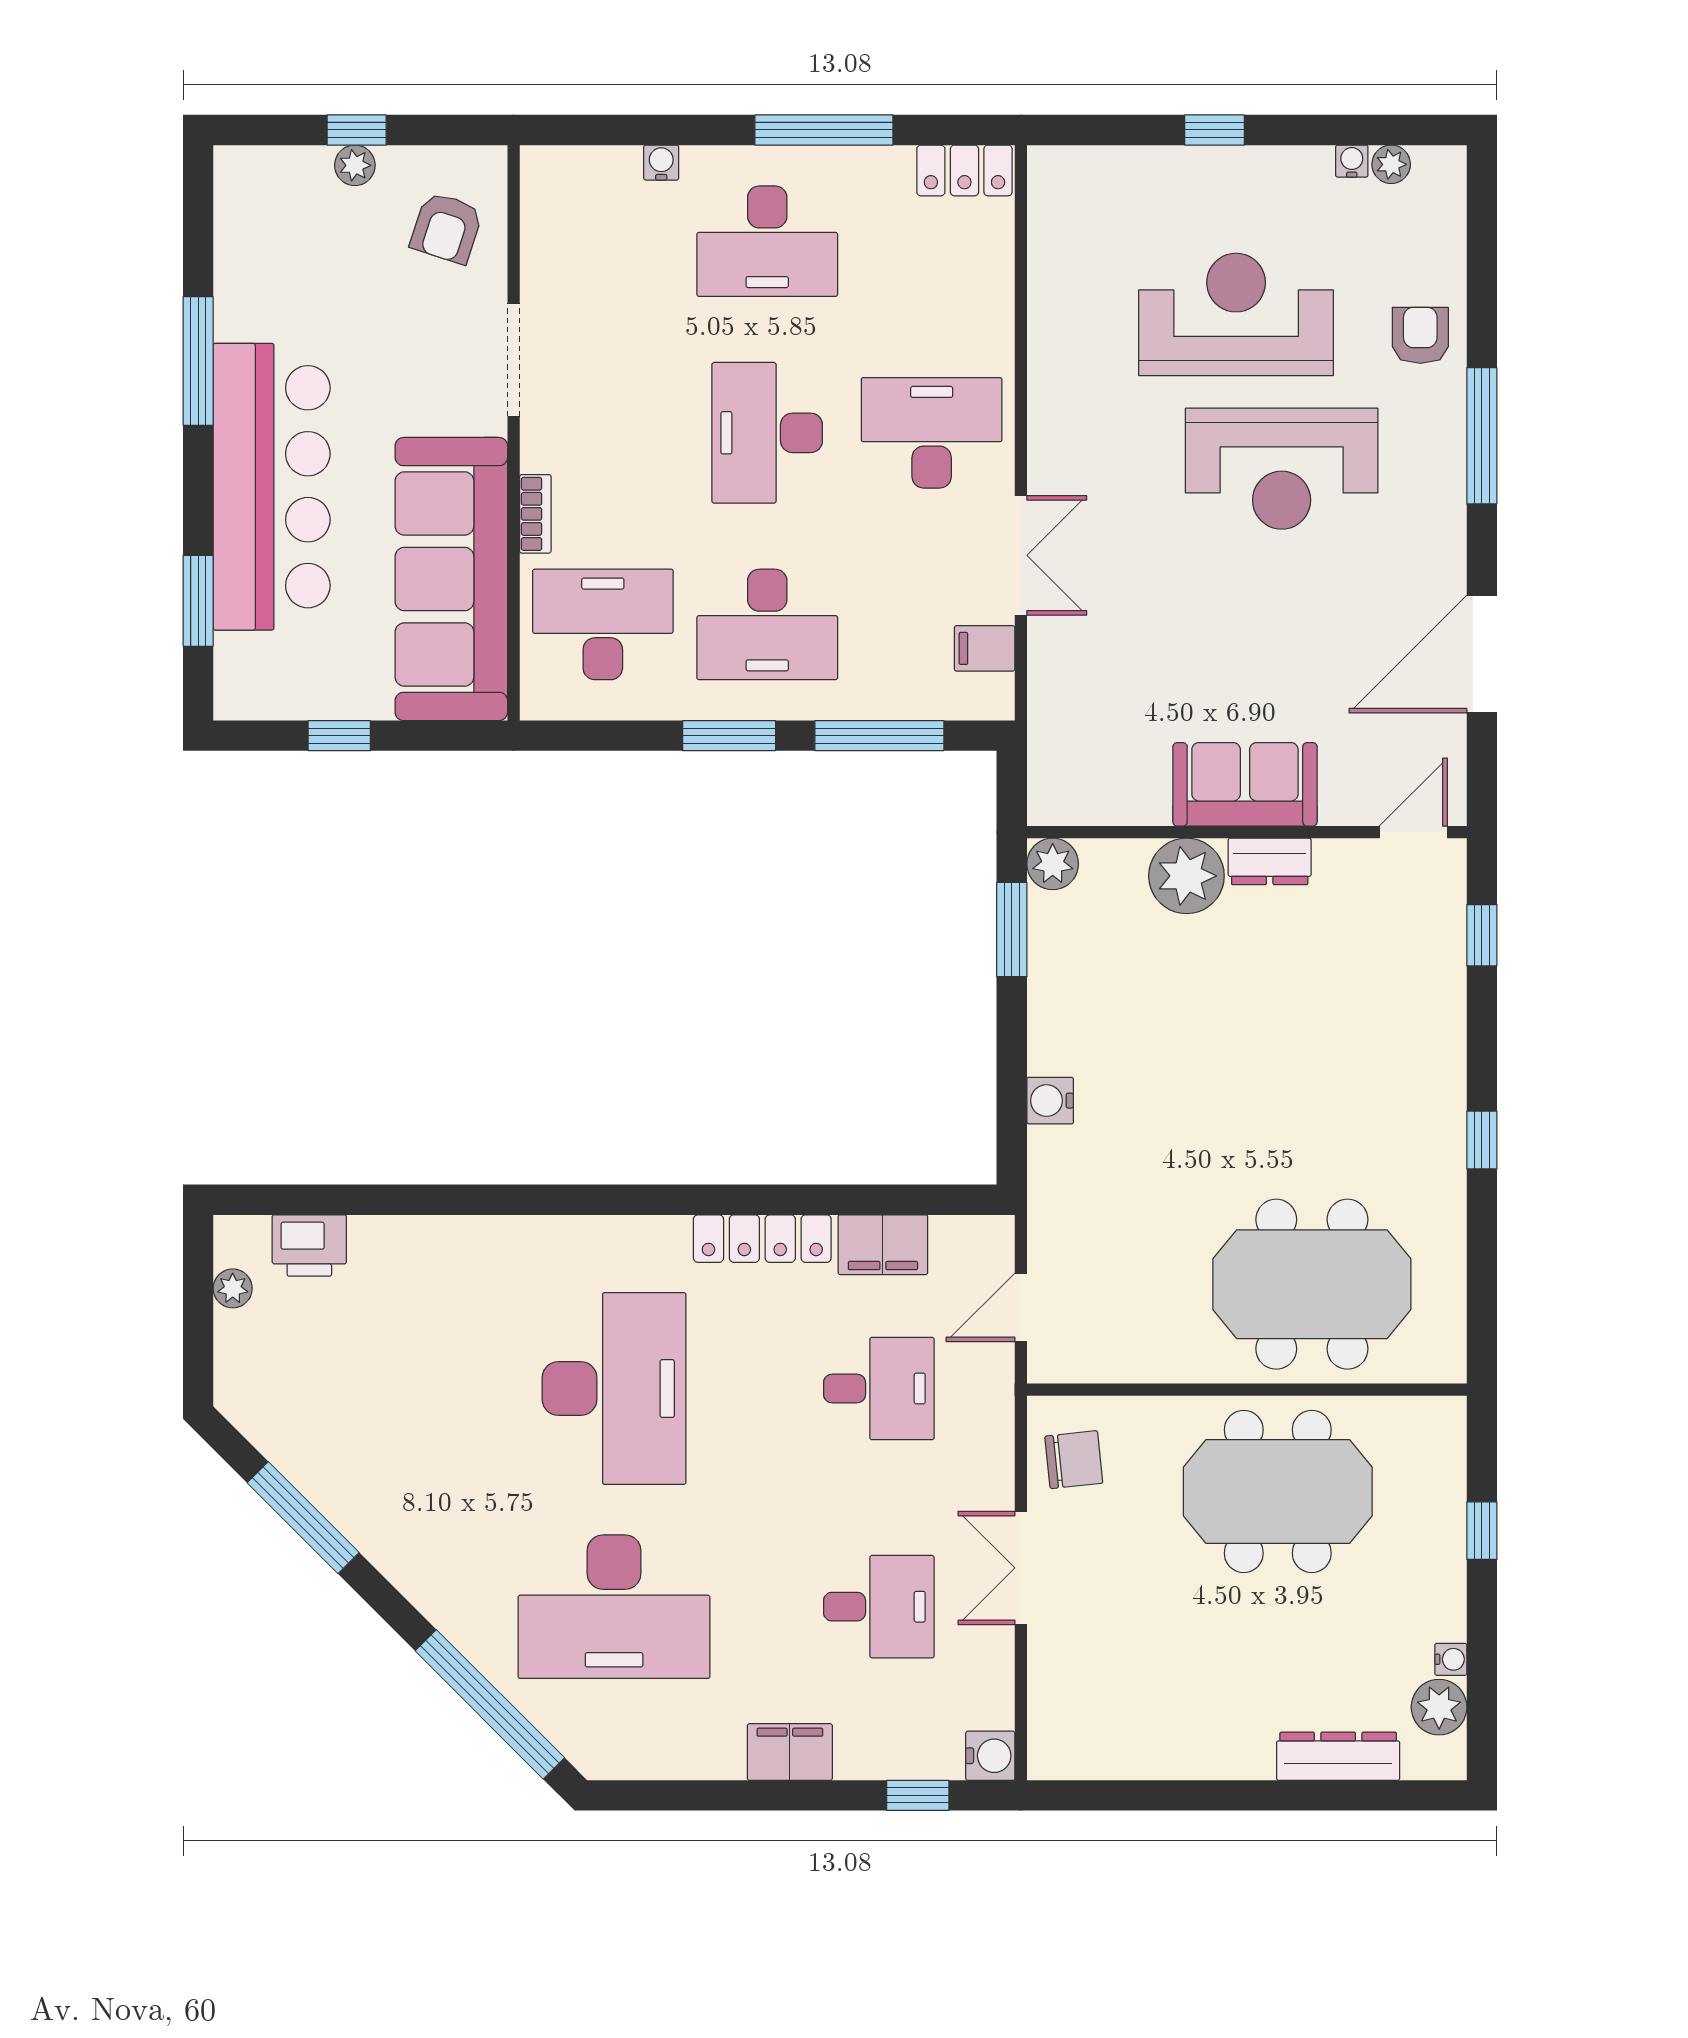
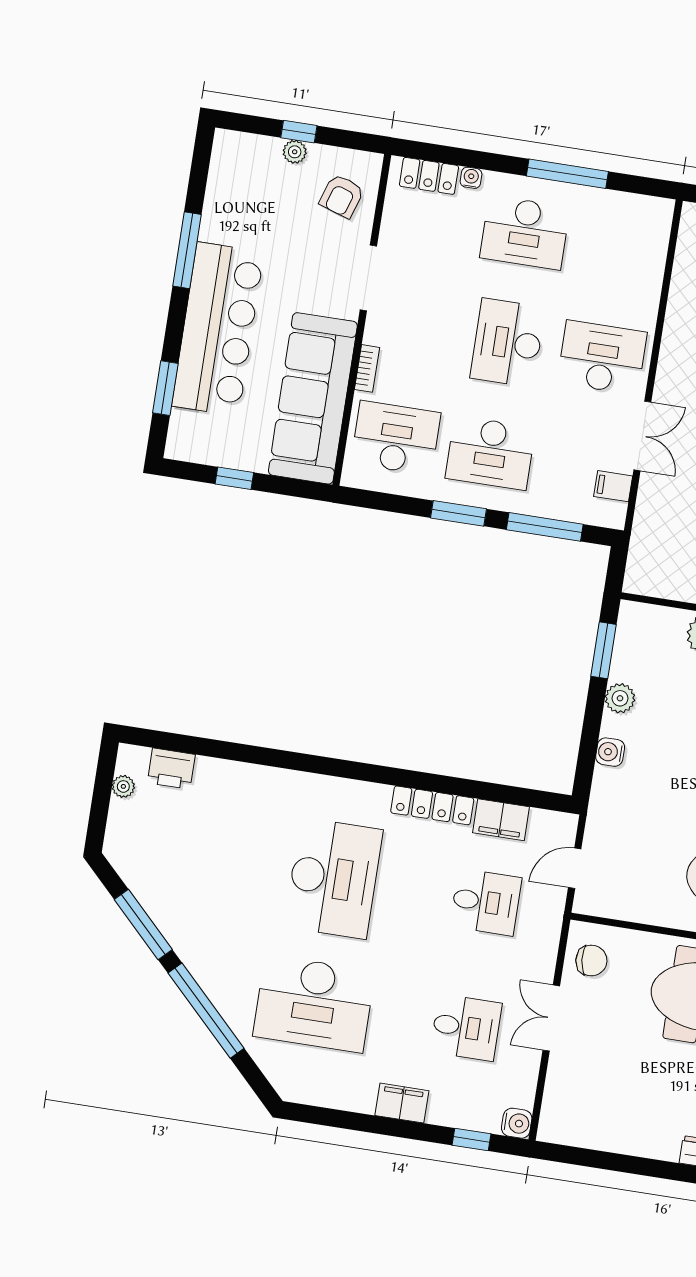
locker: (964, 170) -> (429, 176), moved
plant: (1053, 864) -> (620, 698), moved
window: (490, 1704) -> (206, 1011), moved

